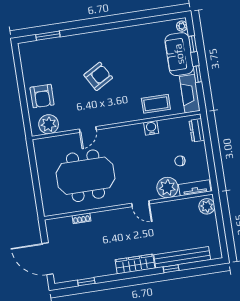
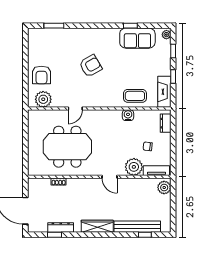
window: (138, 22) -> (130, 26), added
sofa: (179, 54) -> (137, 38), moved, turned -90
window: (171, 269) -> (145, 235), moved
dresser: (92, 272) -> (61, 228), added

